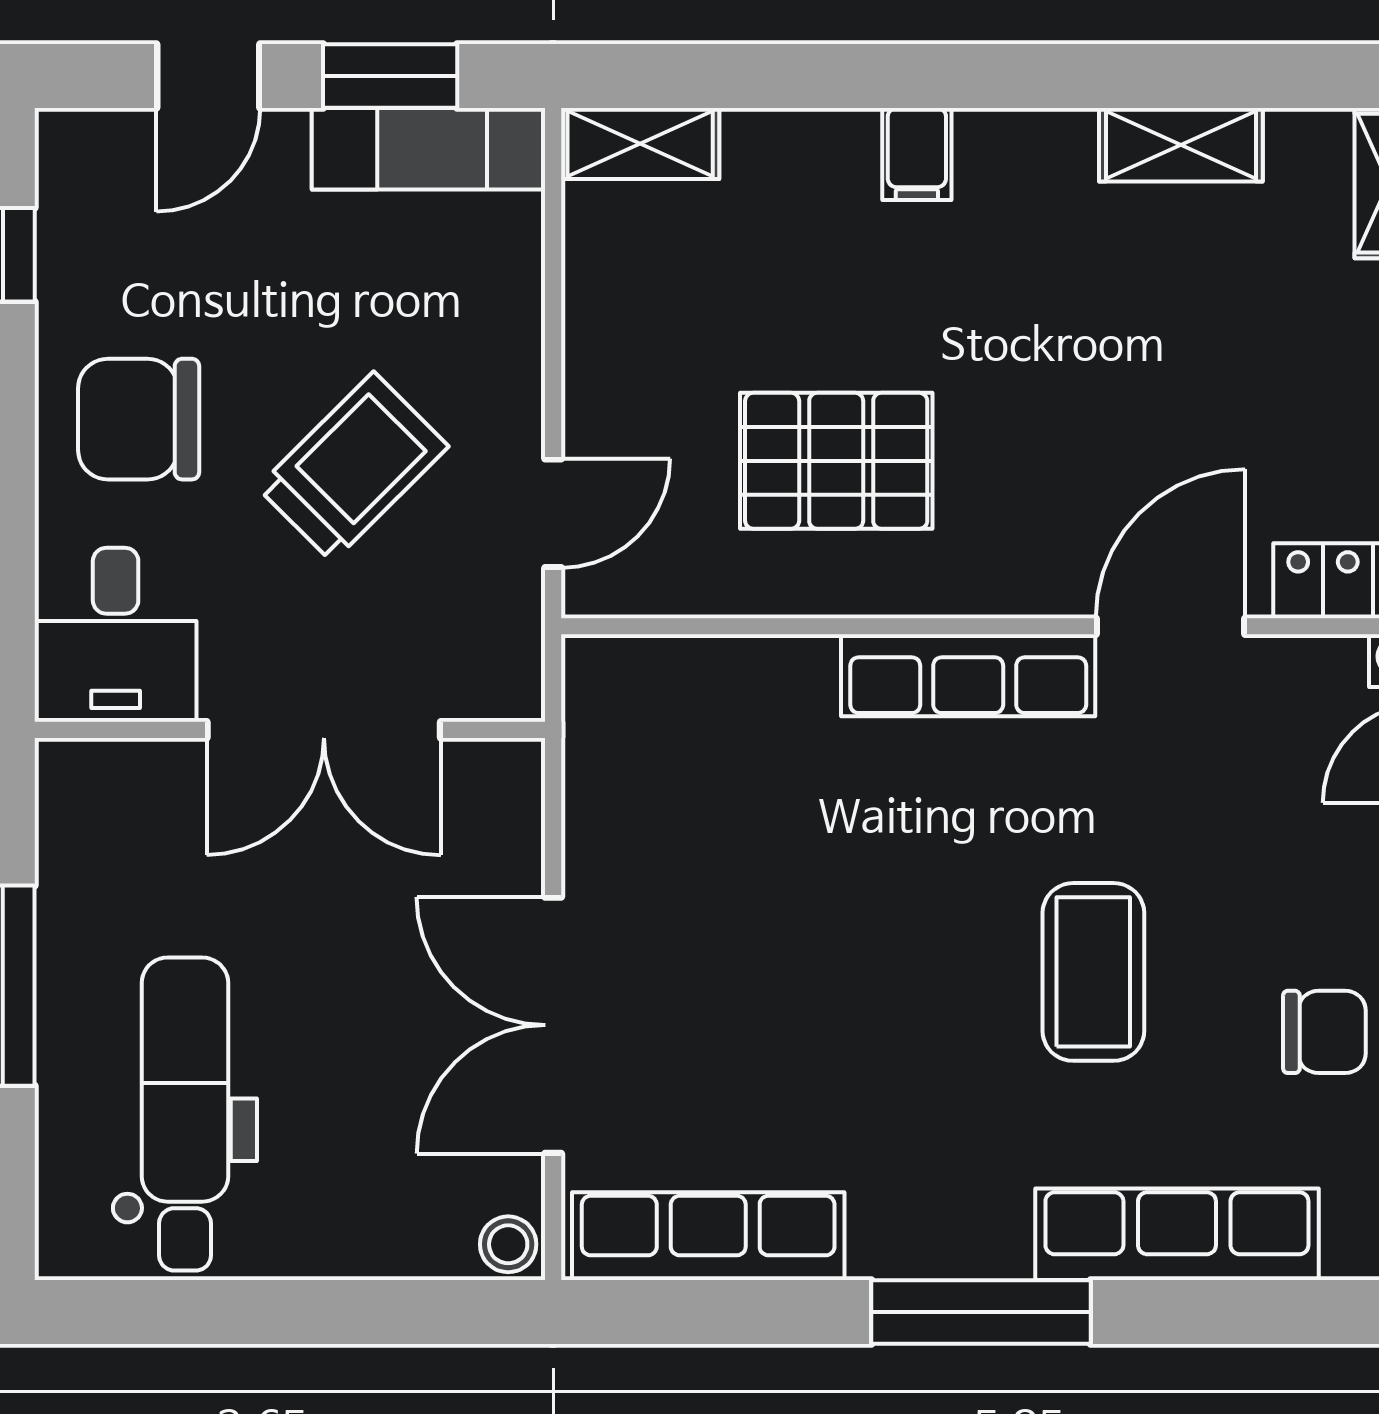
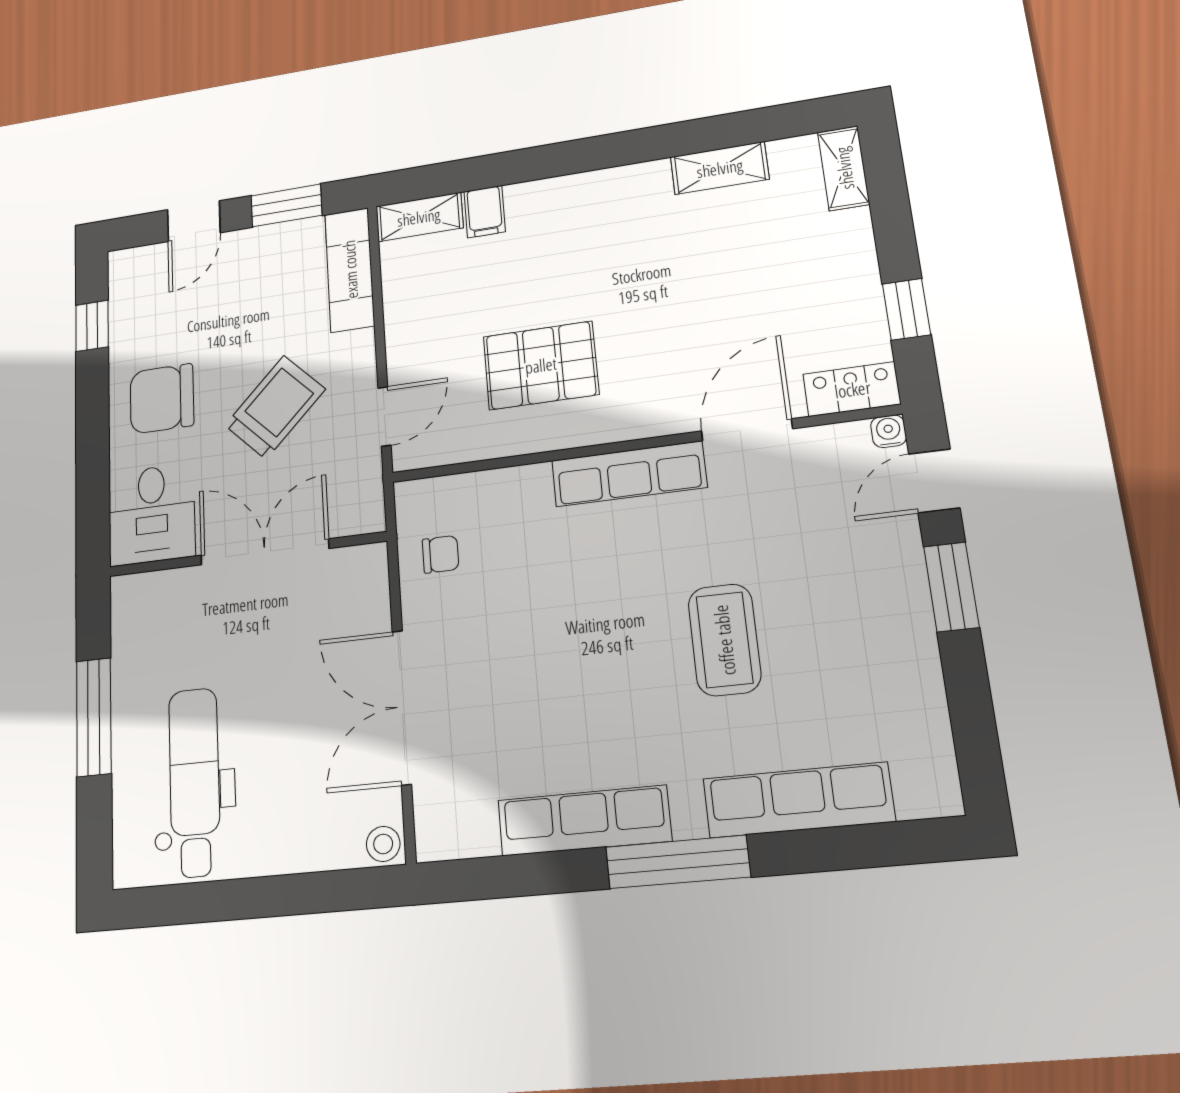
exam couch: (428, 149) -> (350, 270), moved, turned 90
filing cabinet: (917, 154) -> (485, 212), moved
double door: (324, 730) -> (265, 552), swing flipped
chair: (1324, 1032) -> (441, 554), moved, width x0.73, depth x0.73
row of seats: (708, 1236) -> (584, 821), moved

